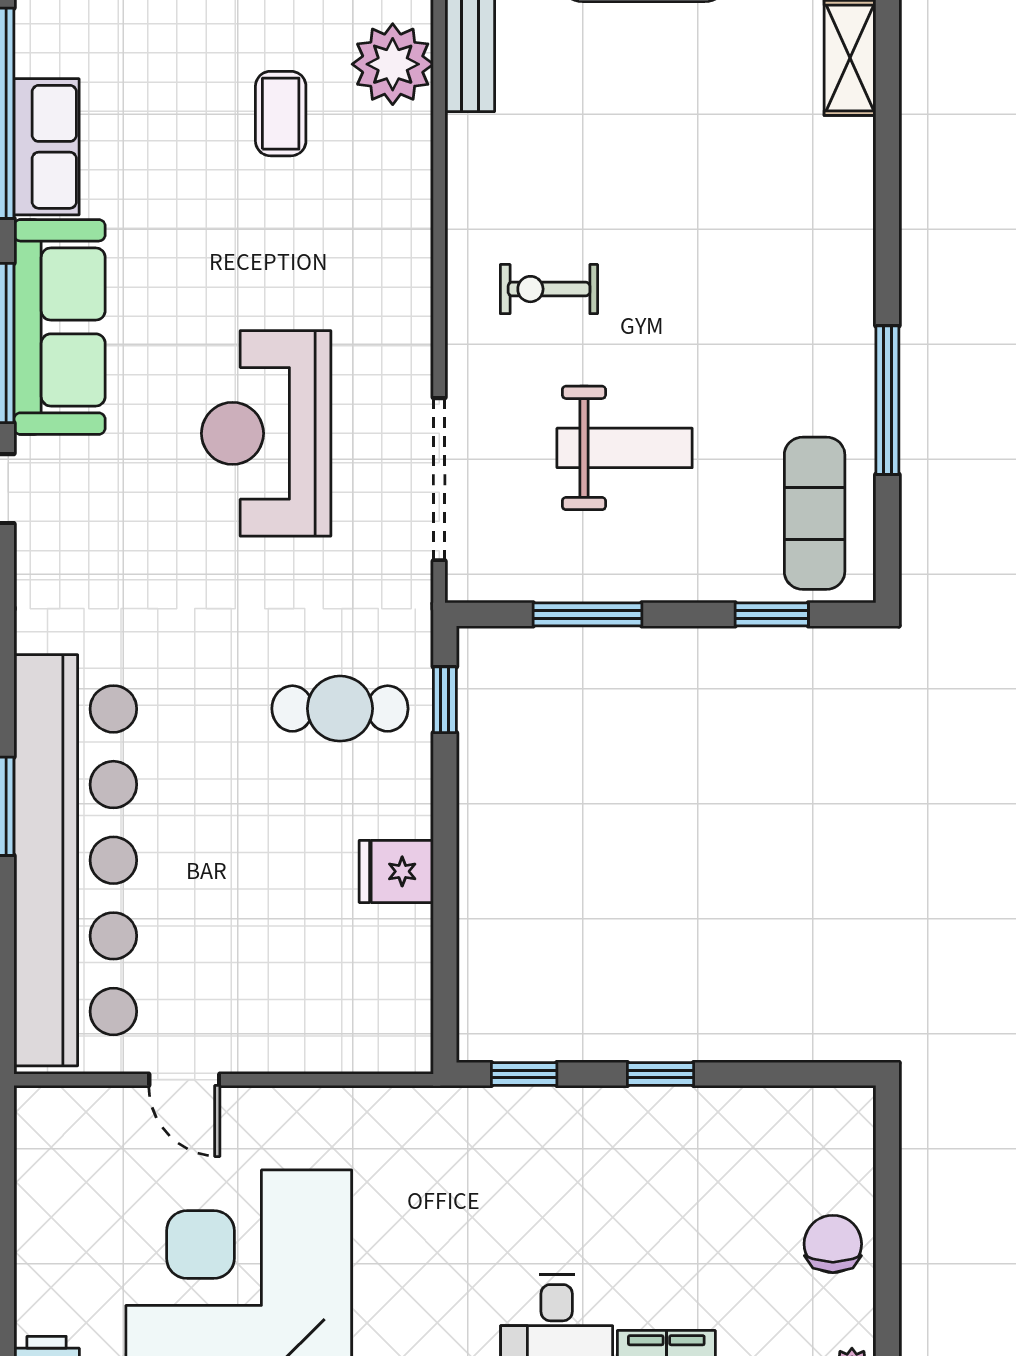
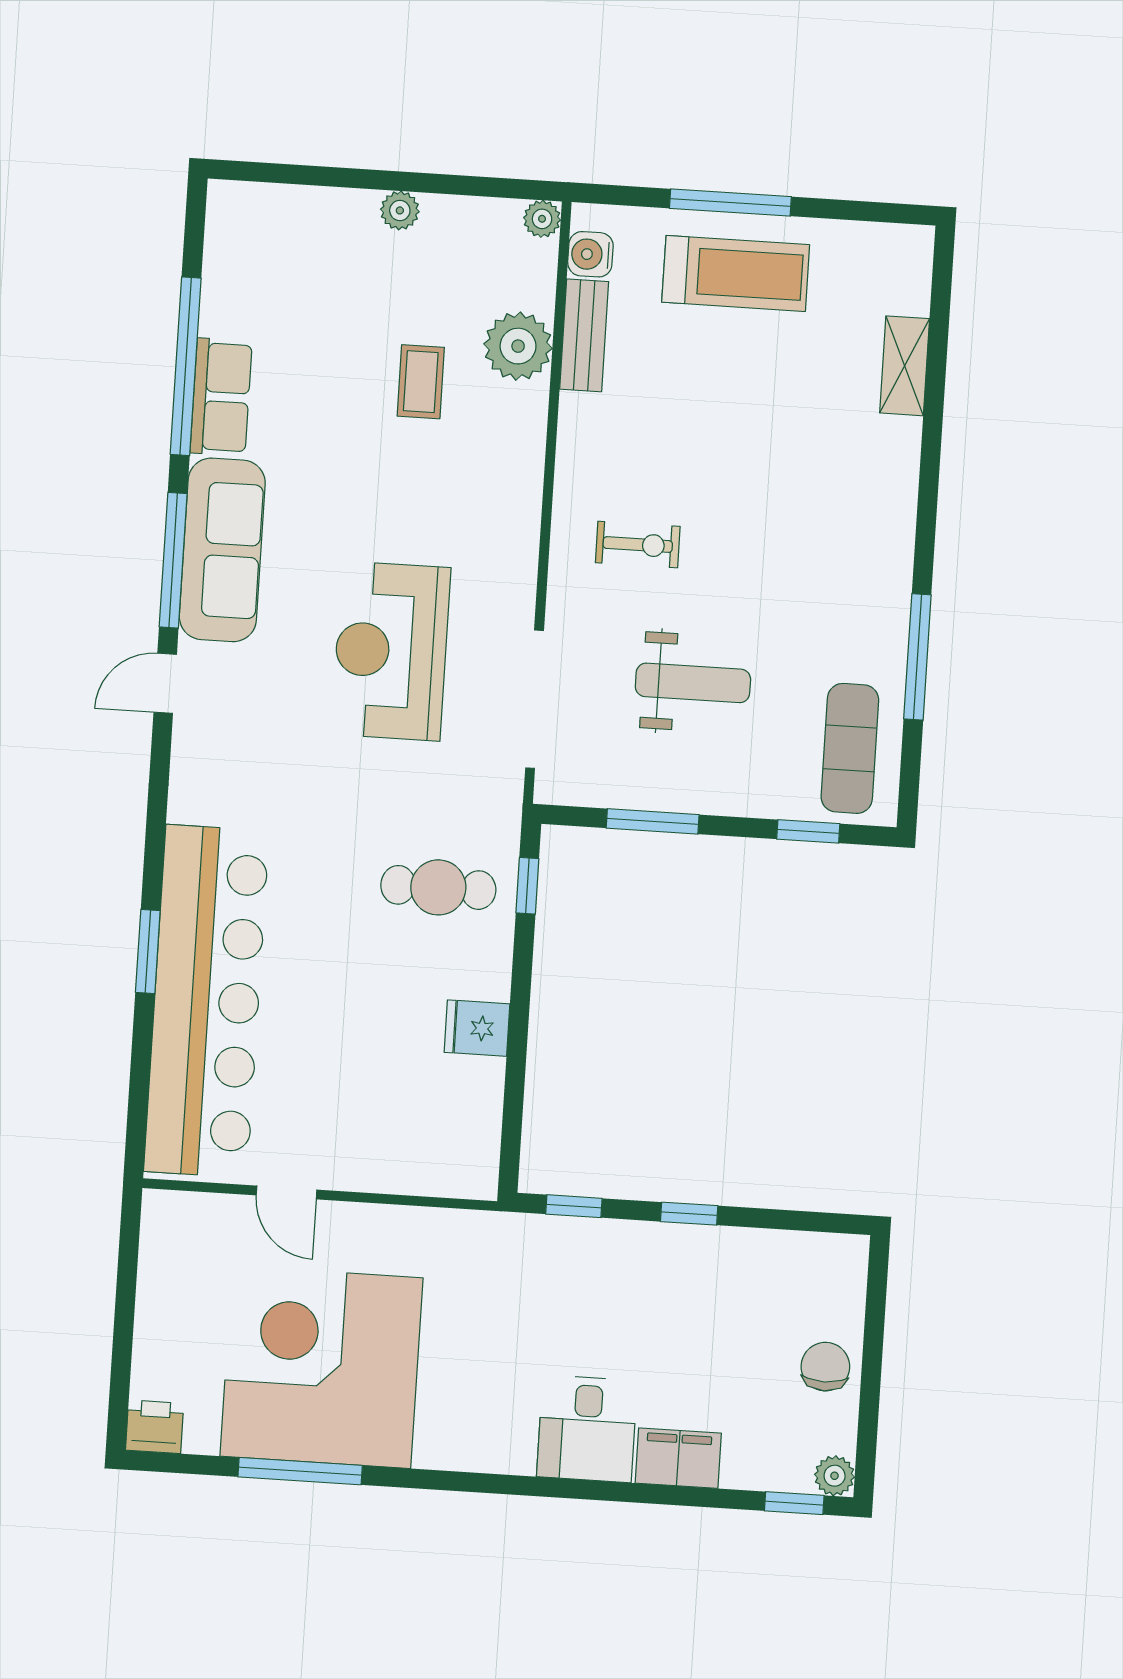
exercise bike: (549, 289) -> (638, 545), turned 180

